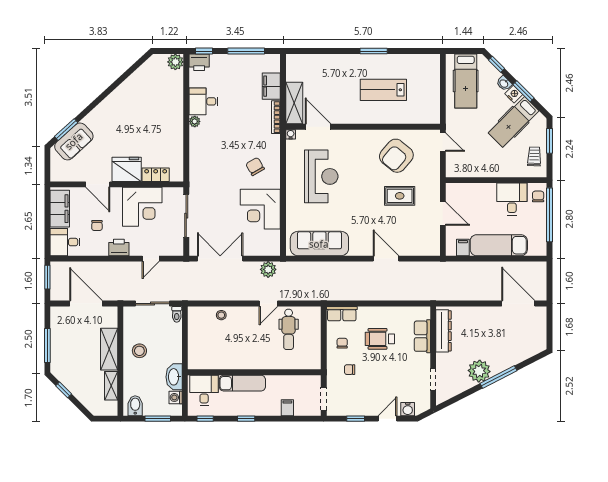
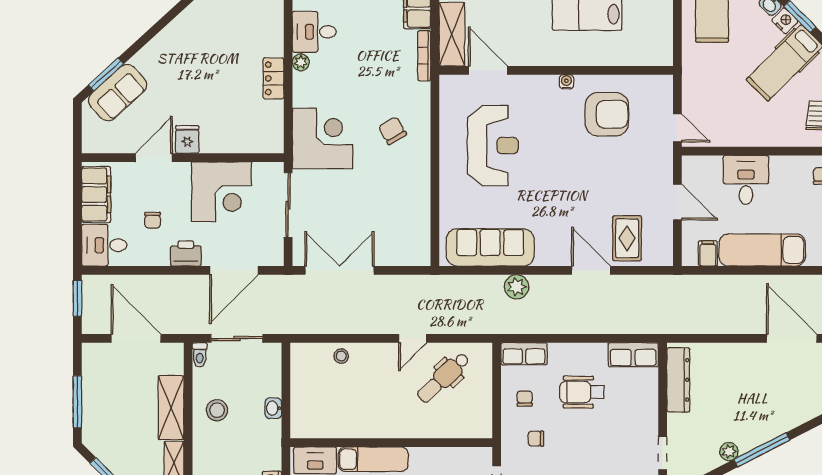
water cooler: (291, 134) -> (566, 82), moved
door: (443, 142) -> (677, 128), moved
armchair: (396, 156) -> (607, 114), turned -130
fridge: (127, 169) -> (187, 139), width x0.53, depth x0.75
locker: (156, 175) -> (273, 78), moved, turned -90
door: (98, 184) -> (154, 158), swing flipped
rug: (400, 196) -> (627, 238), moved, turned 90
desk: (512, 199) -> (746, 180), moved
corner desk: (260, 209) -> (323, 139), moved, turned 180
door: (151, 259) -> (234, 270), width x1.88
plant: (268, 269) -> (517, 287), moved
toilet: (177, 314) -> (200, 355), moved
dental chair: (289, 329) -> (443, 378), turned 47
row of seats: (422, 336) -> (633, 355), moved, turned -90
plant: (479, 371) -> (729, 452), width x0.53, depth x0.53
washbasin: (174, 377) -> (273, 408), moved, width x0.52, depth x0.69

